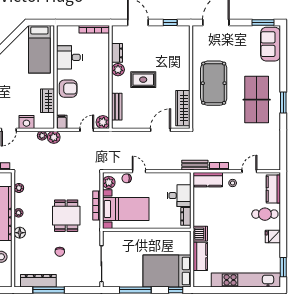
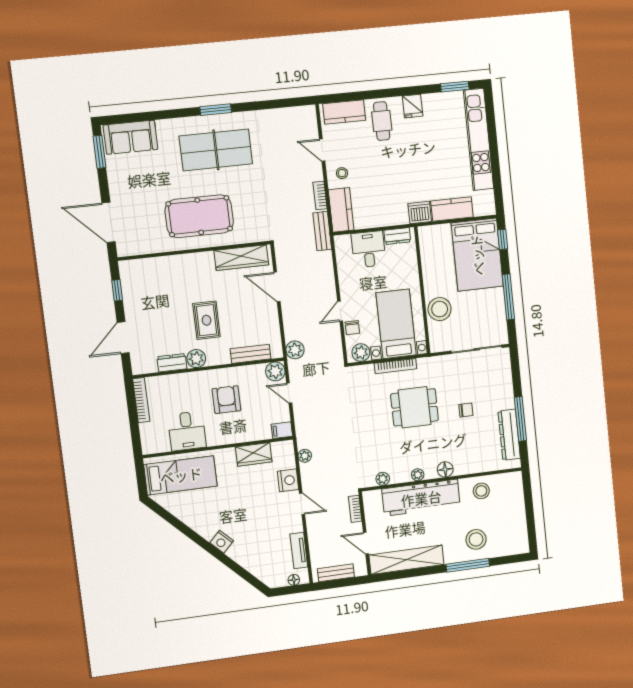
armchair: (68, 89) -> (226, 400), moved
plant: (54, 137) -> (295, 350), moved
stool: (132, 241) -> (440, 309), added

